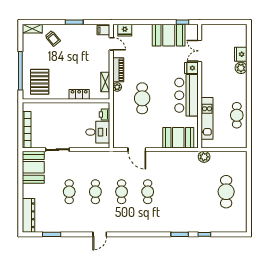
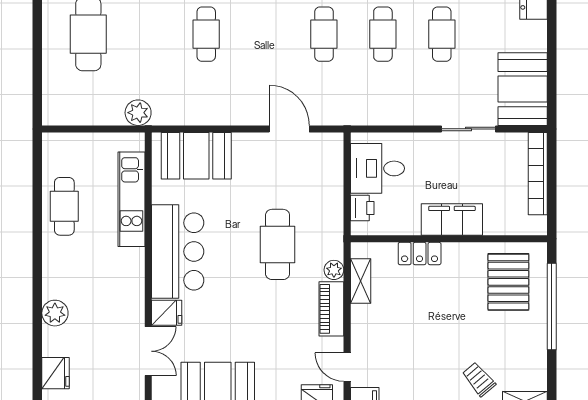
fridge: (241, 54) -> (55, 373), moved
filing cabinet: (65, 109) -> (452, 220), added
cafe table: (148, 192) -> (206, 34), moved

